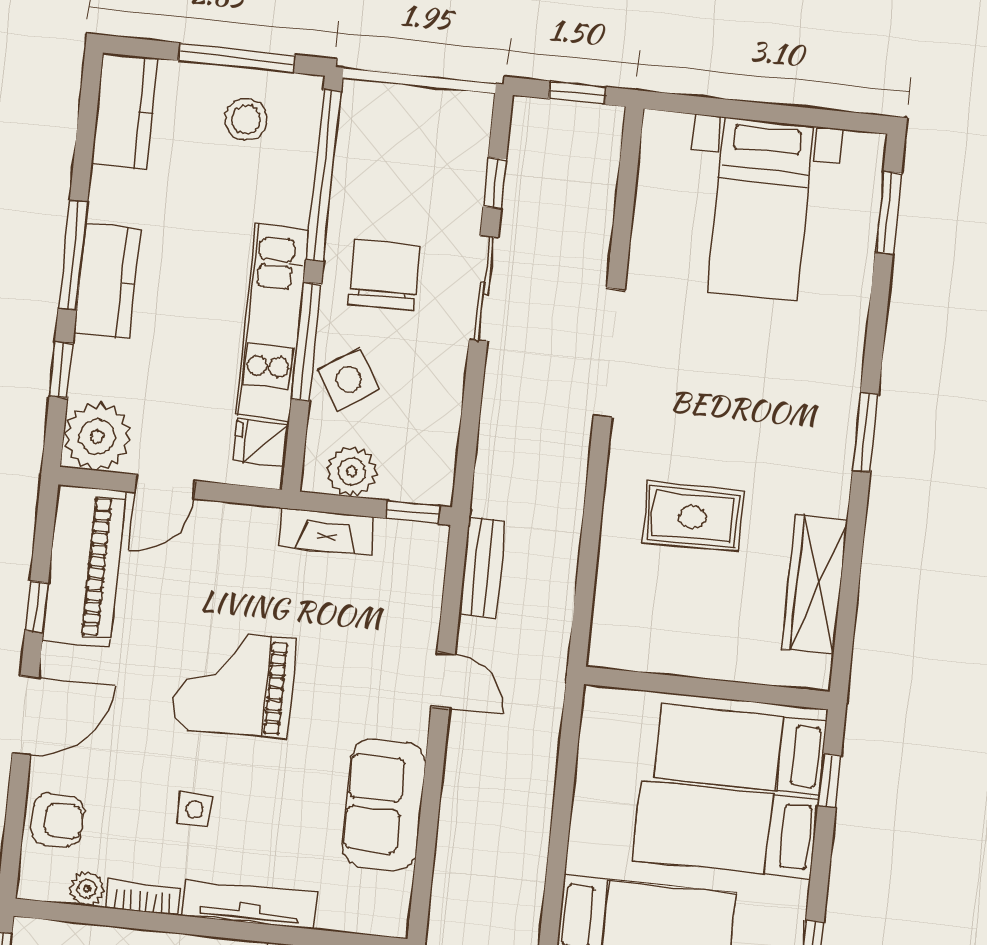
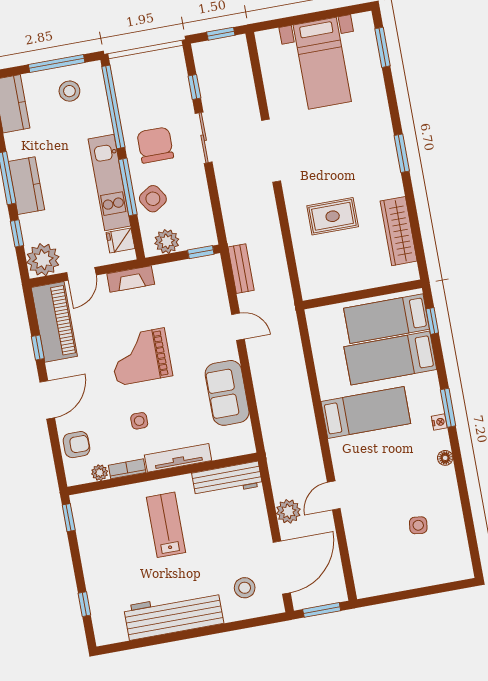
fireplace: (327, 532) -> (131, 279), moved

